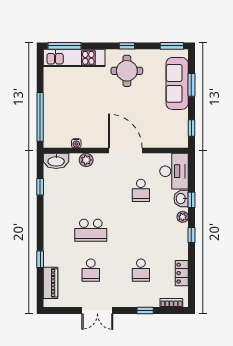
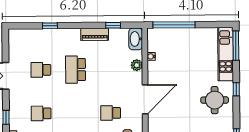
window: (127, 46) -> (236, 89), moved
piano: (50, 283) -> (95, 34), moved

